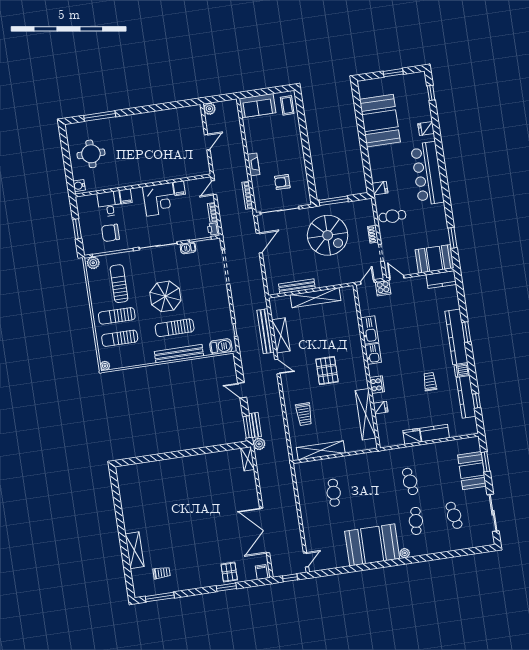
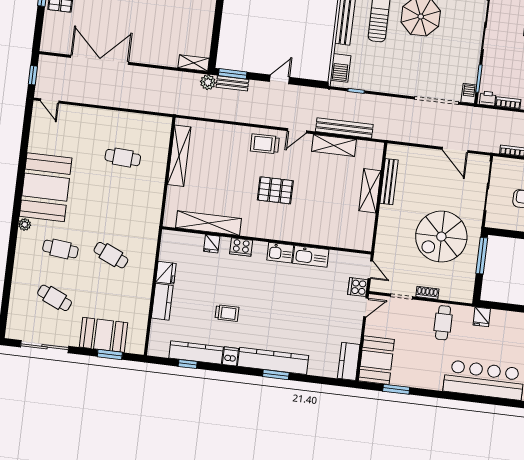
barbecue: (188, 248) -> (469, 93), moved
shelving: (315, 298) -> (370, 191), width x0.68
trolley: (304, 414) -> (265, 144), moved
cafe table: (410, 481) -> (111, 255), turned 33
cafe table: (454, 515) -> (55, 298), turned 36
filing cabinet: (262, 572) -> (49, 42), removed

